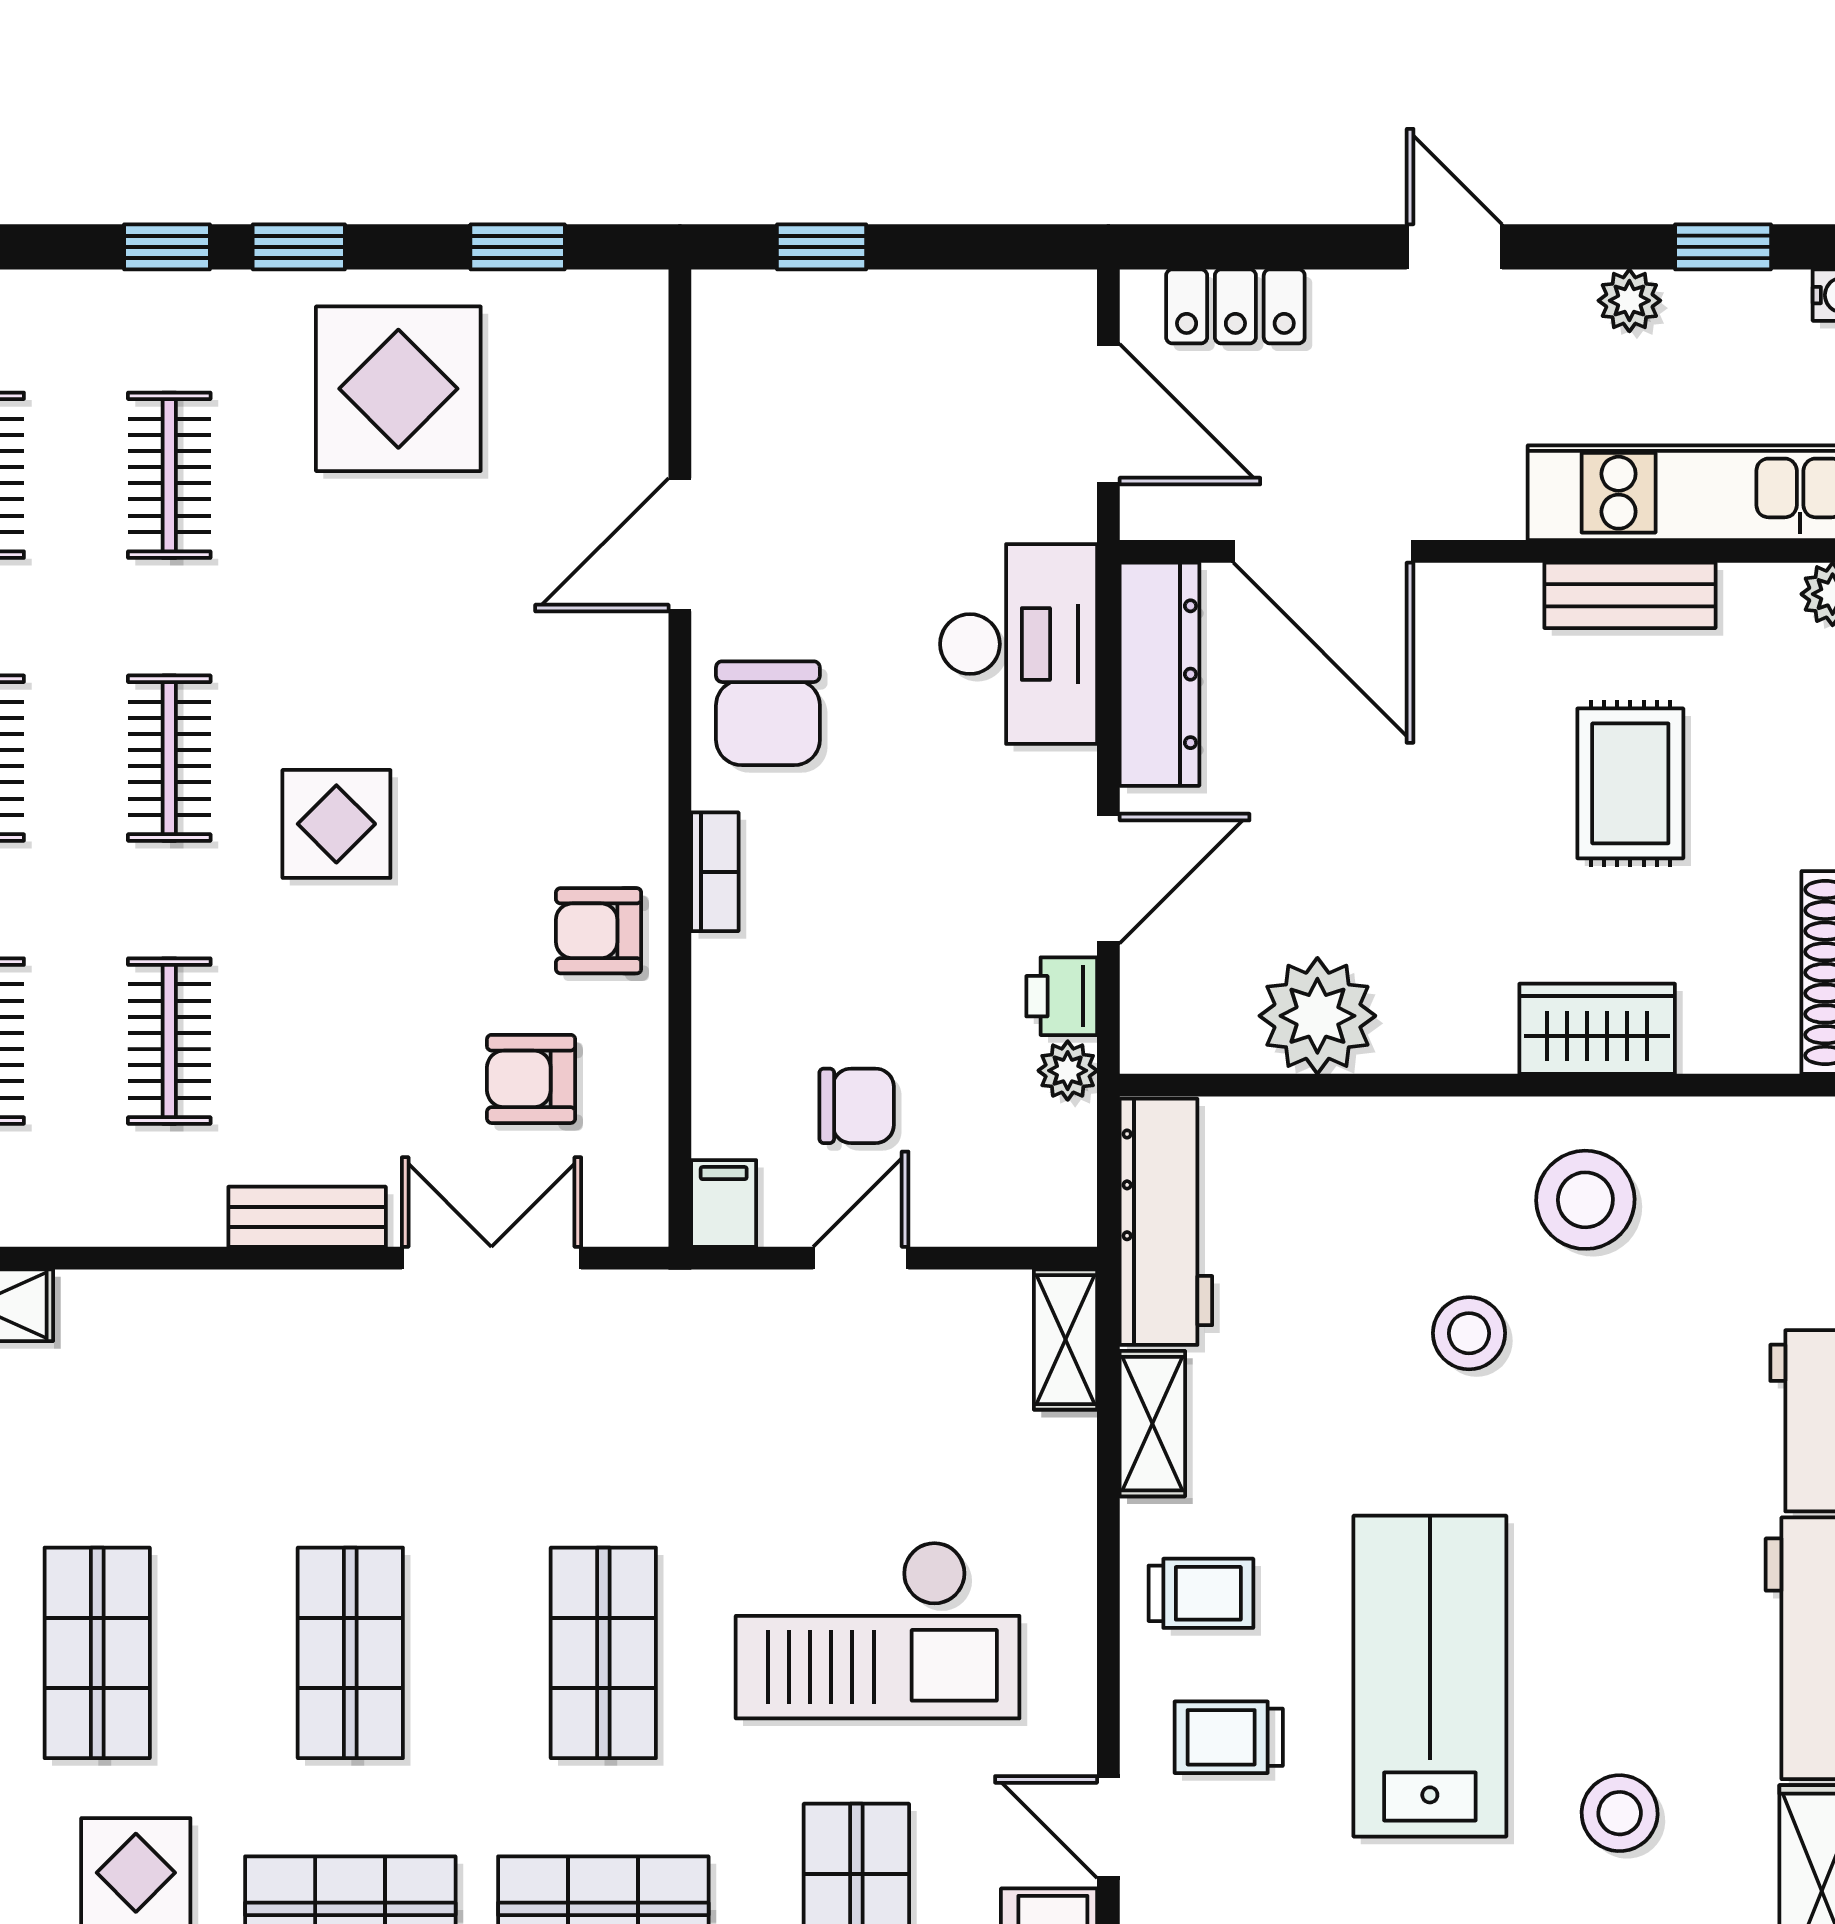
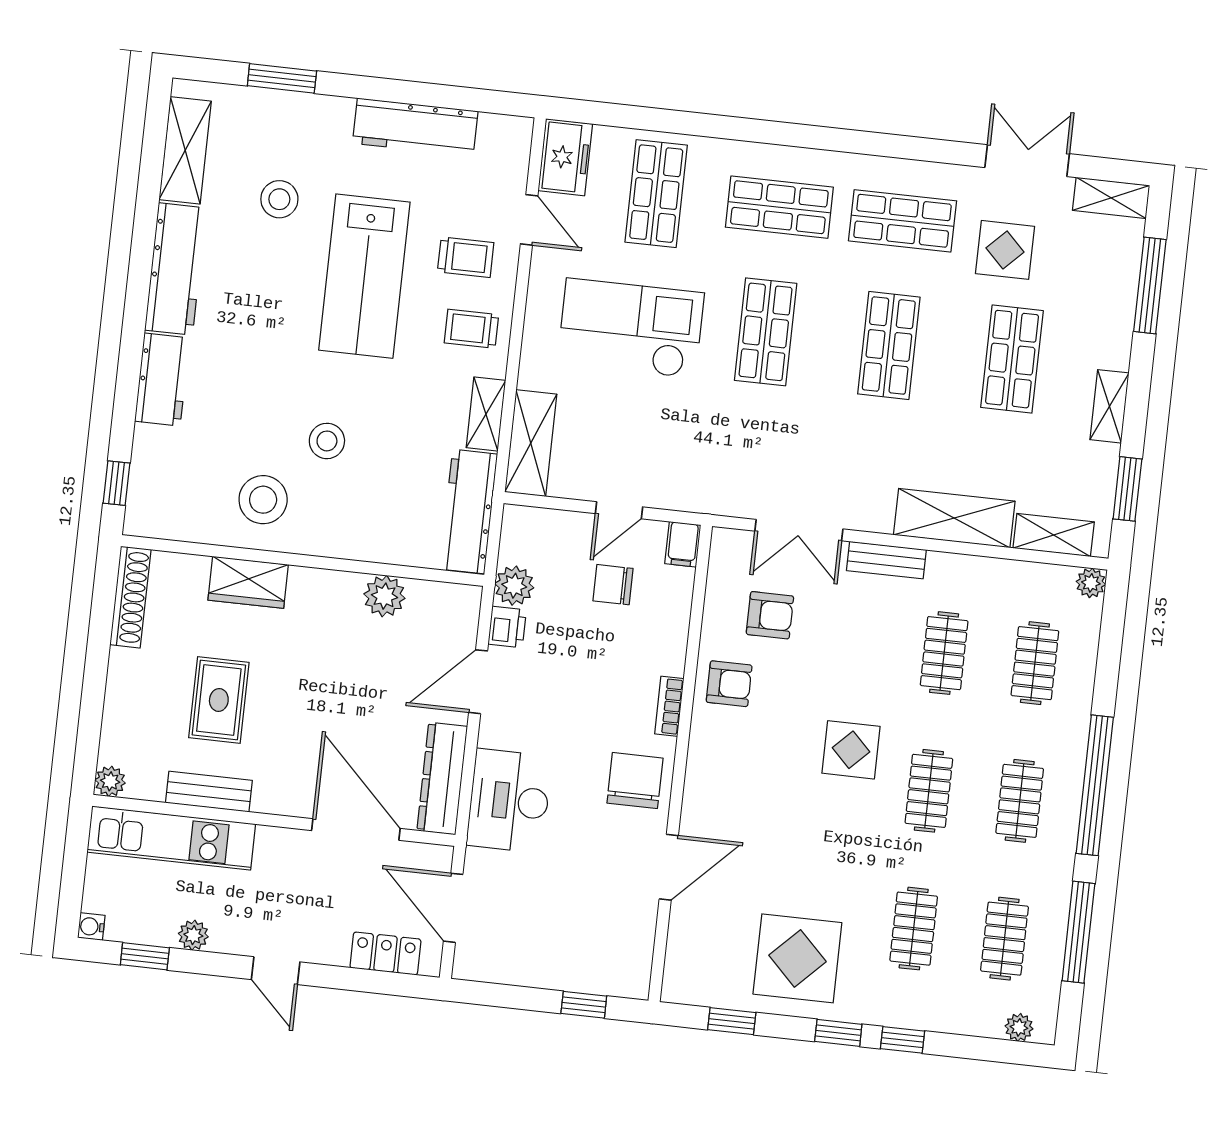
plant: (1317, 1016) -> (384, 596), width x0.73, depth x0.73
plant: (1068, 1071) -> (514, 586), width x1.38, depth x1.38
shelving: (179, 1317) -> (954, 518), added
shelving: (1066, 1340) -> (531, 443), width x1.50, depth x1.33

